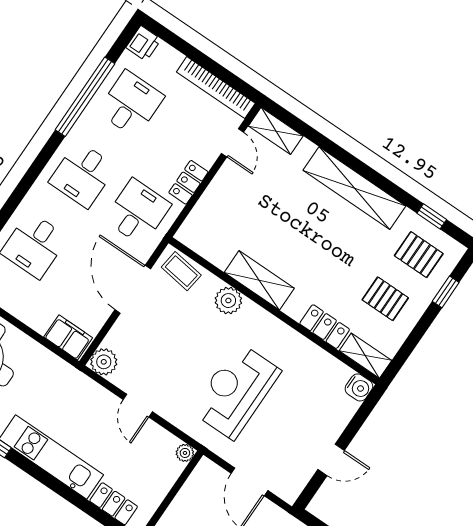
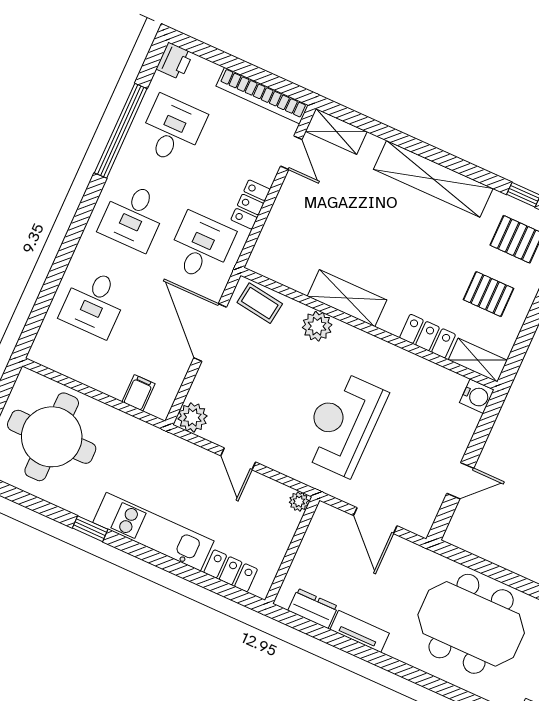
filing cabinet: (68, 337) -> (138, 393), width x0.50

